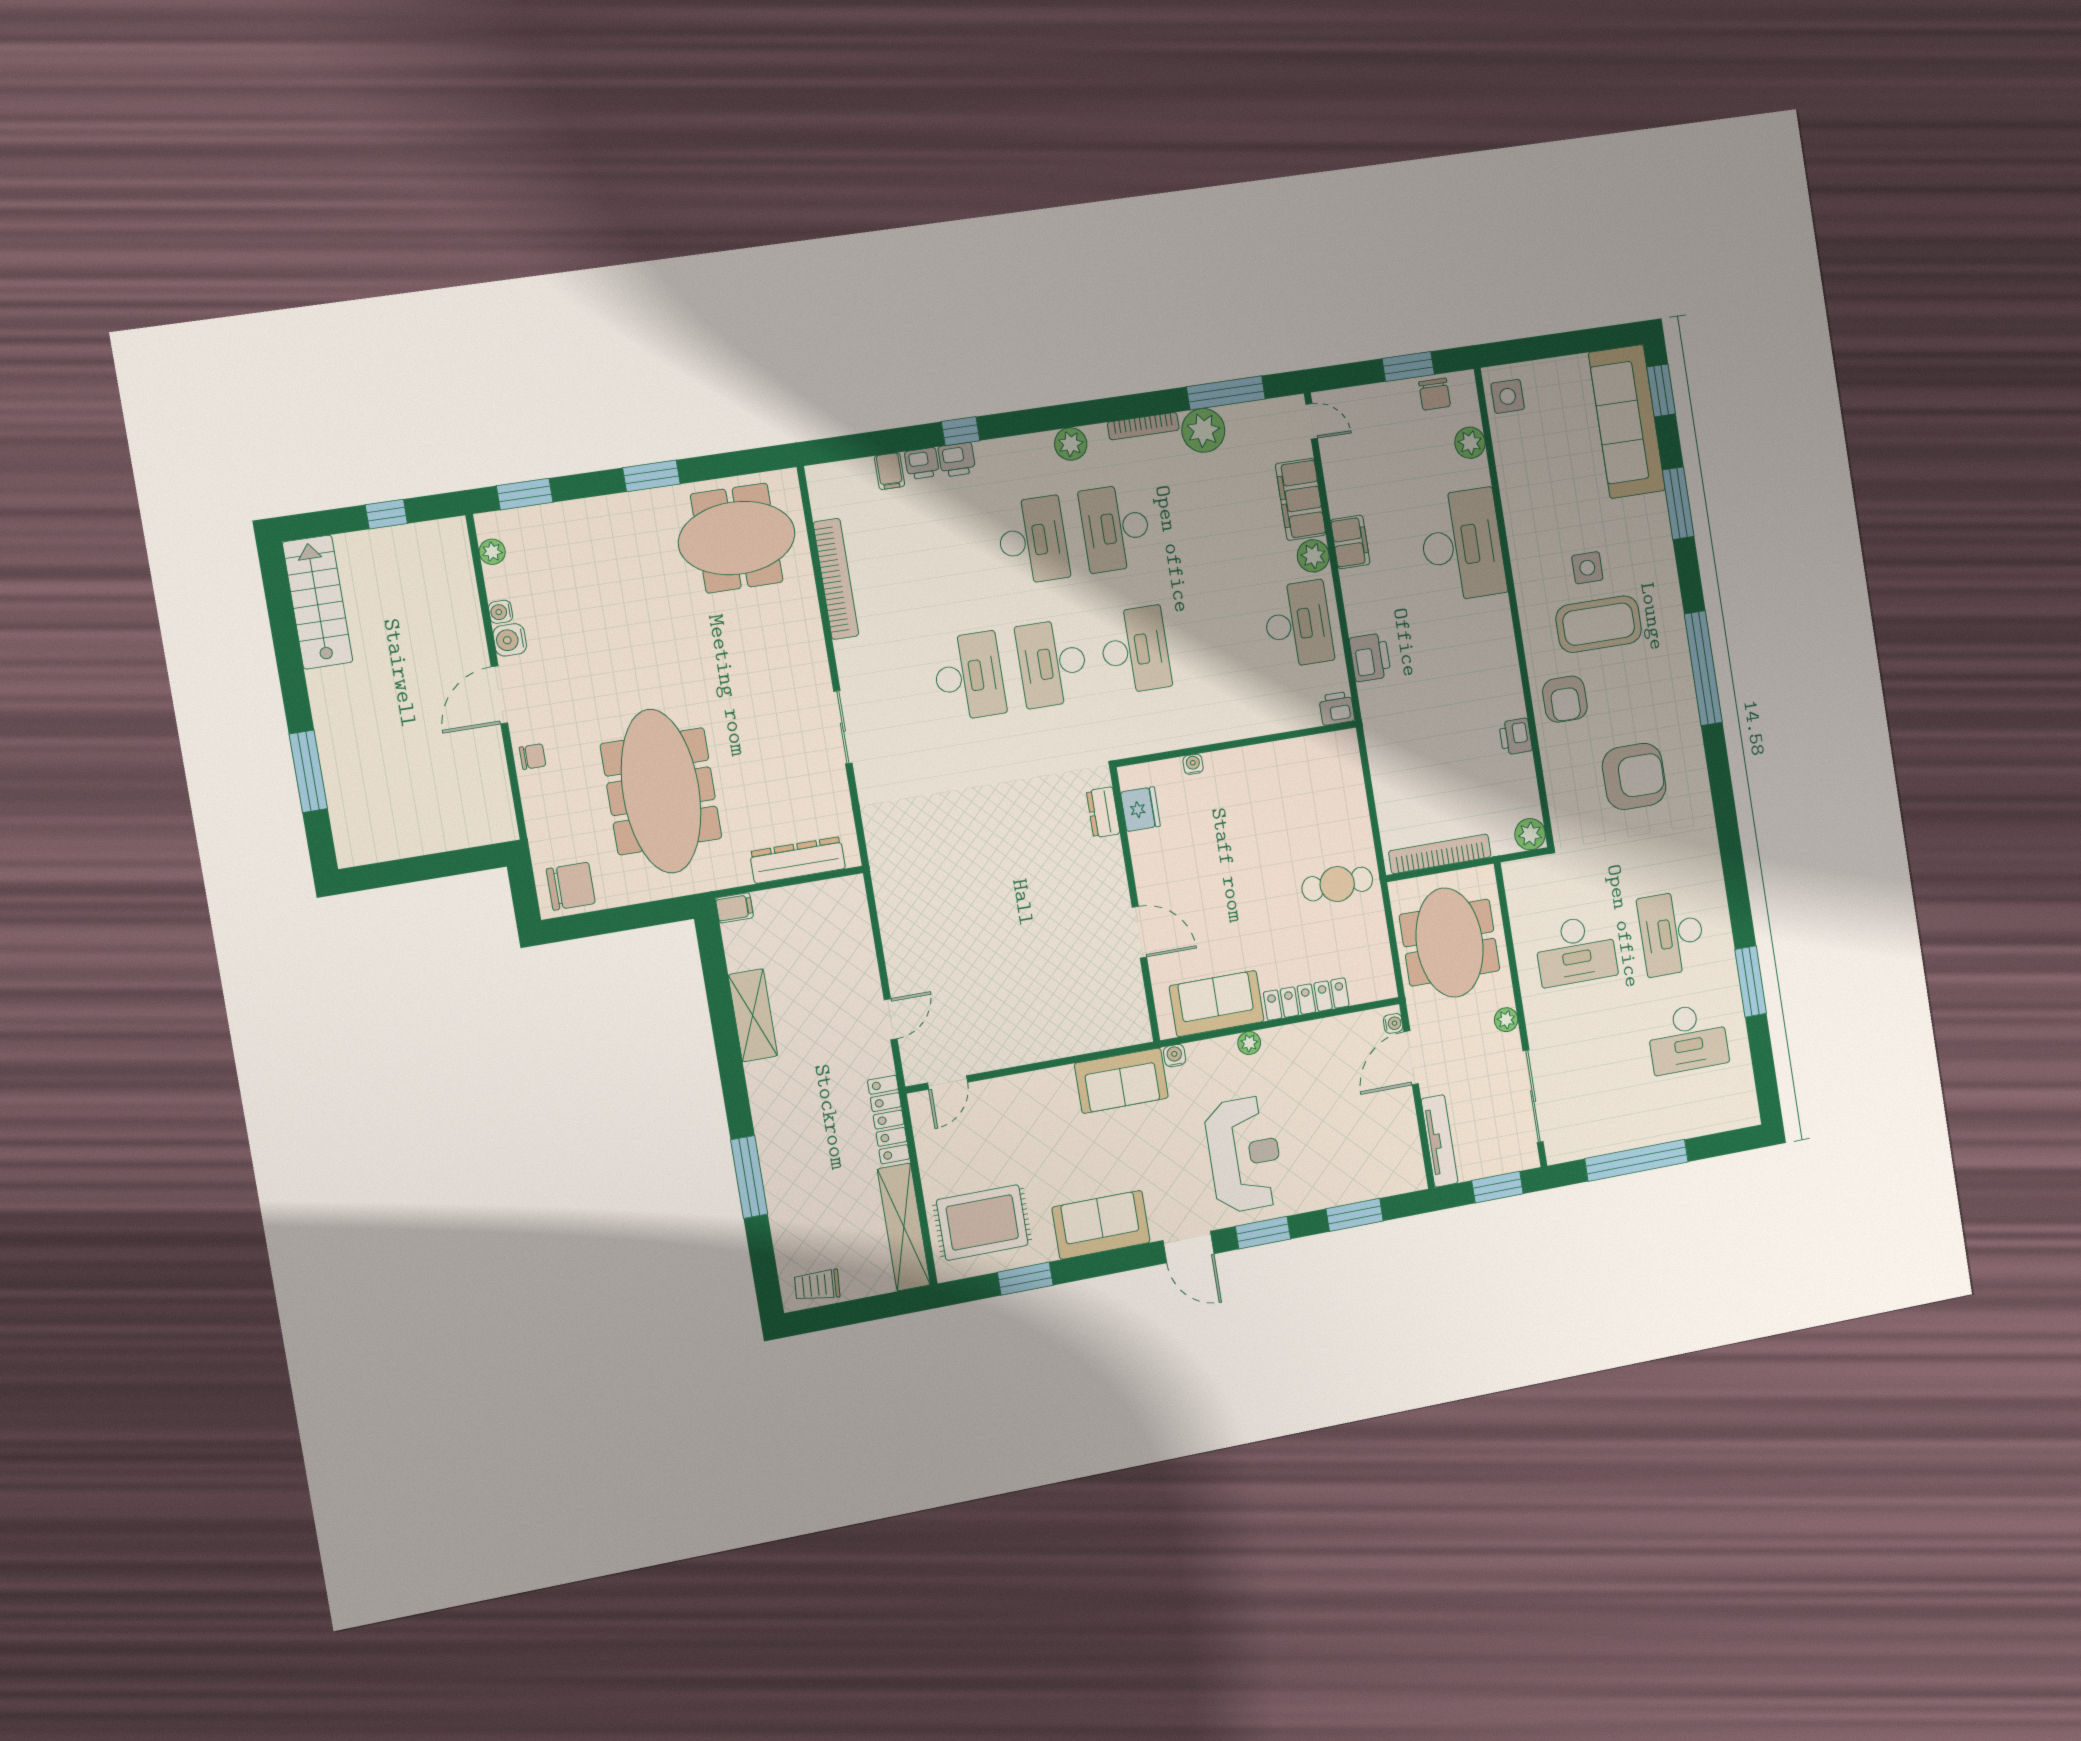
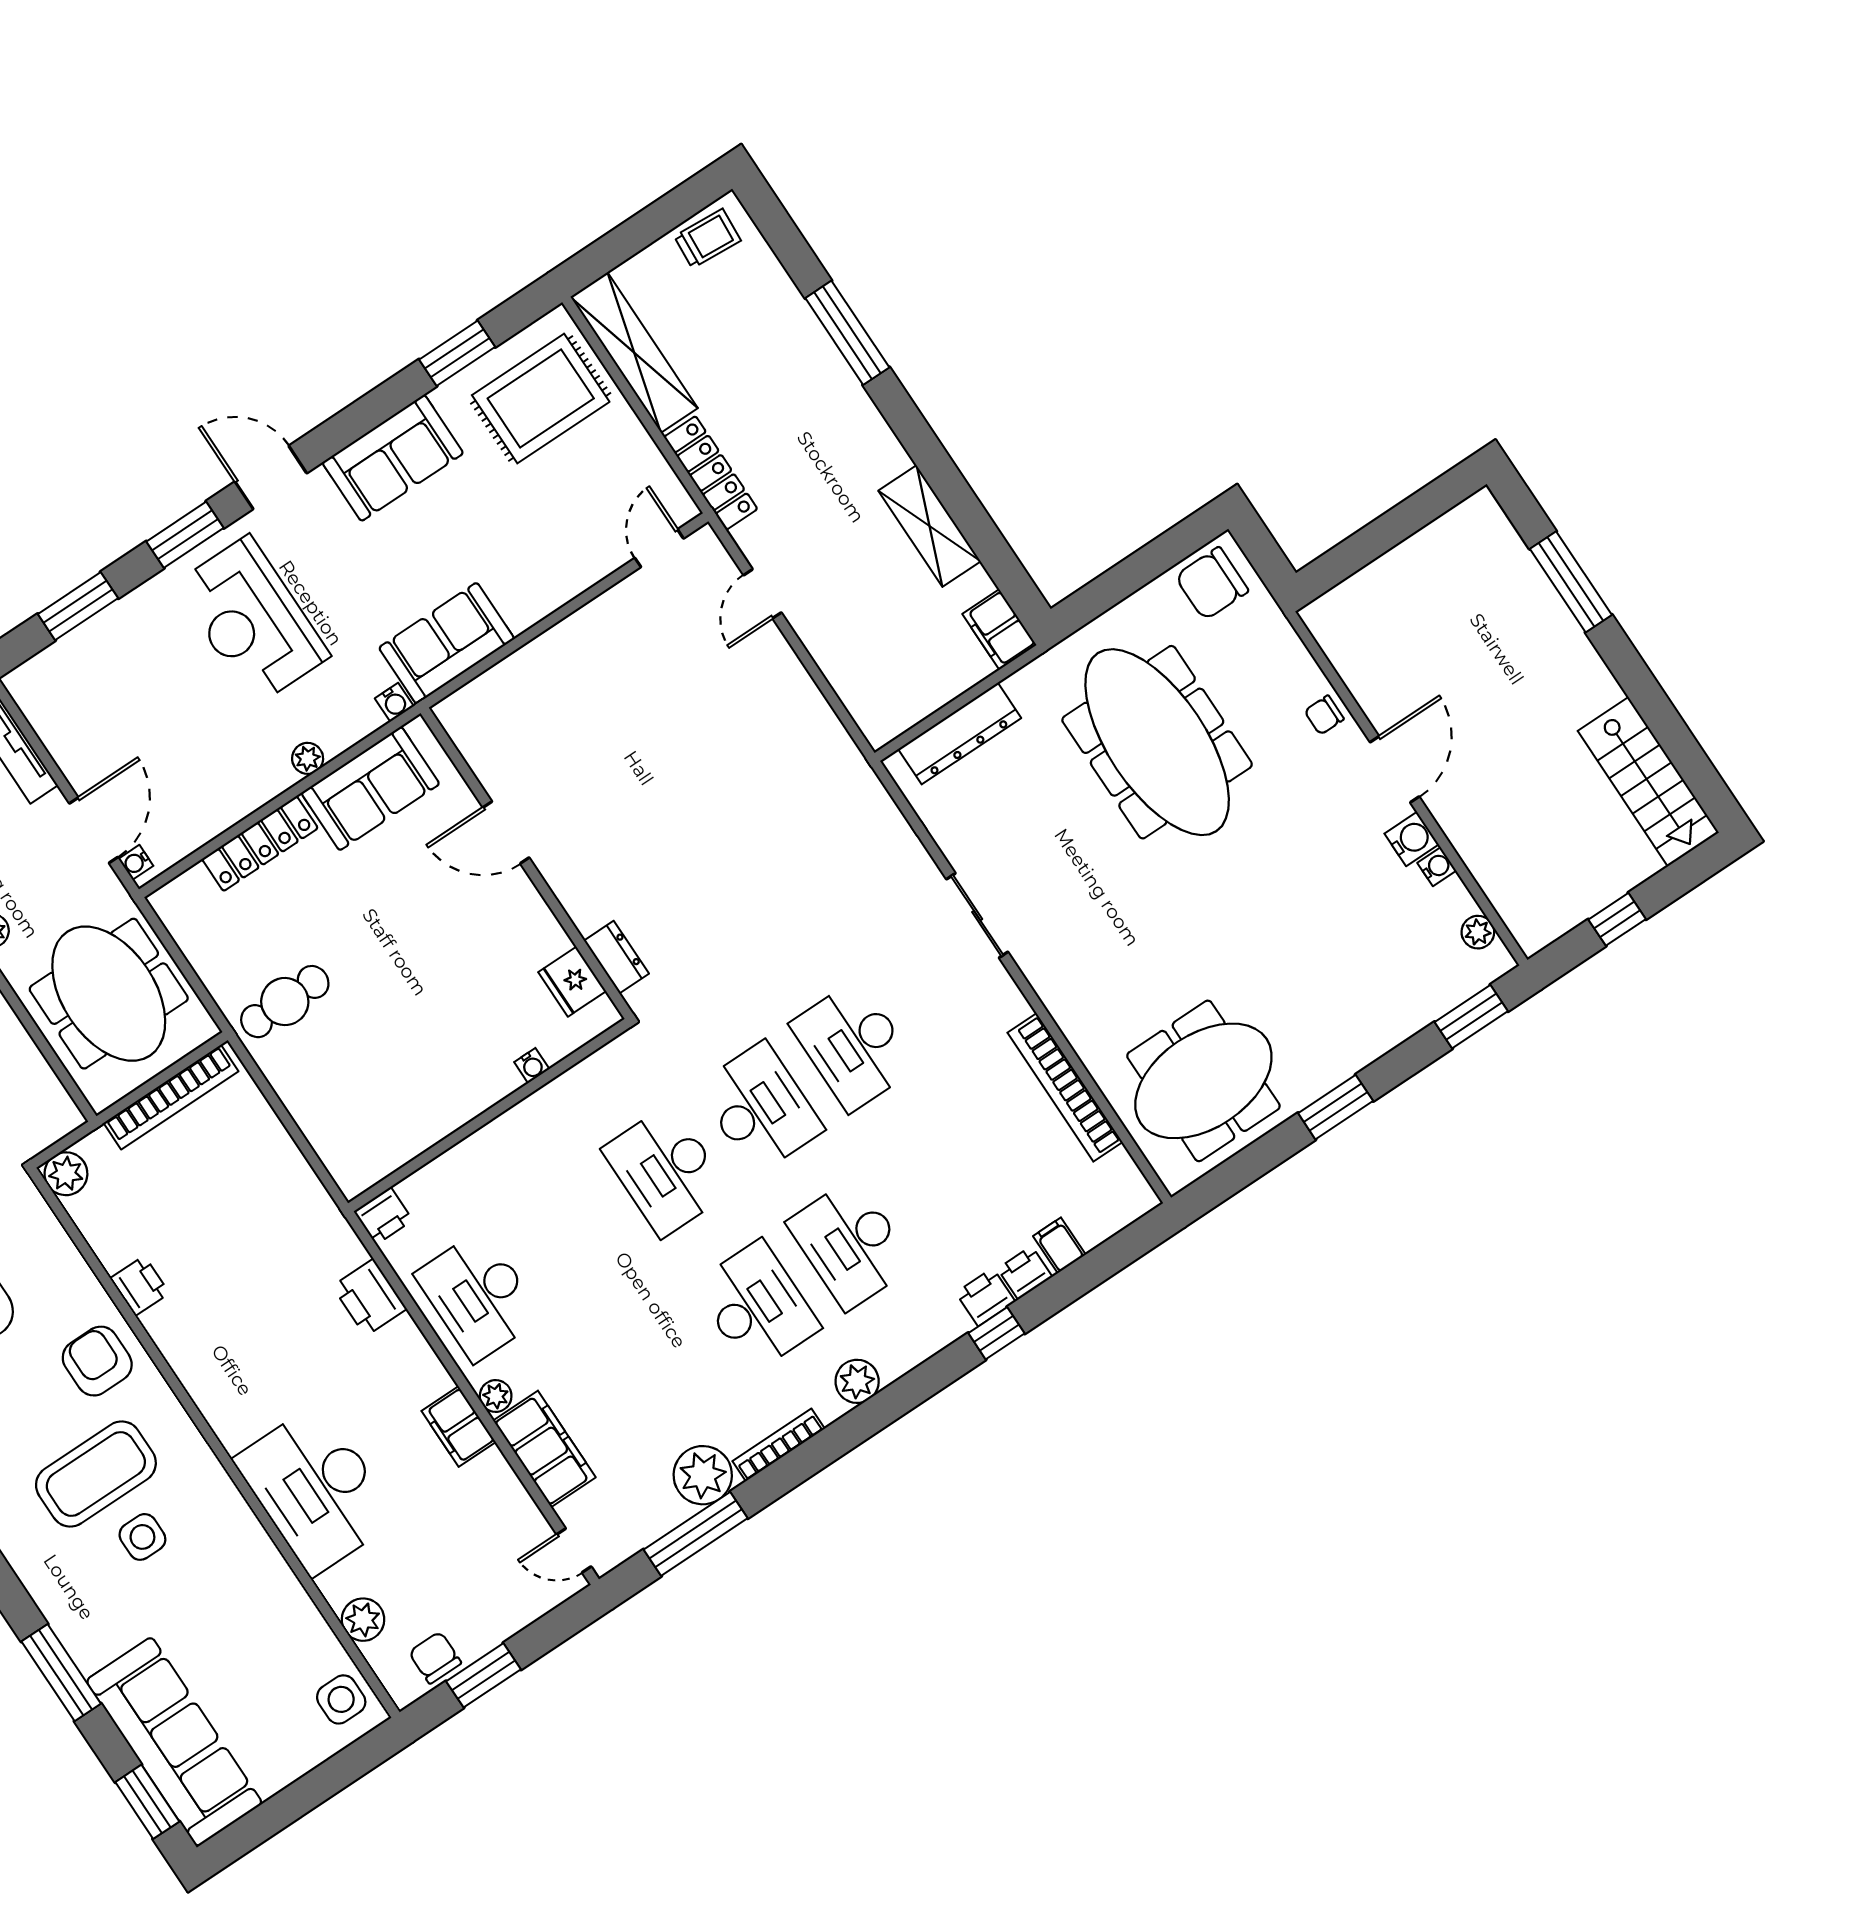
plant: (1313, 556) -> (496, 1396), width x0.73, depth x0.73
filing cabinet: (734, 908) -> (999, 630), width x2.00

